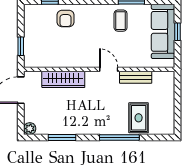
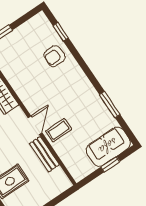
coffee table: (121, 21) -> (59, 130), moved
sofa: (163, 31) -> (108, 147), width x0.73

